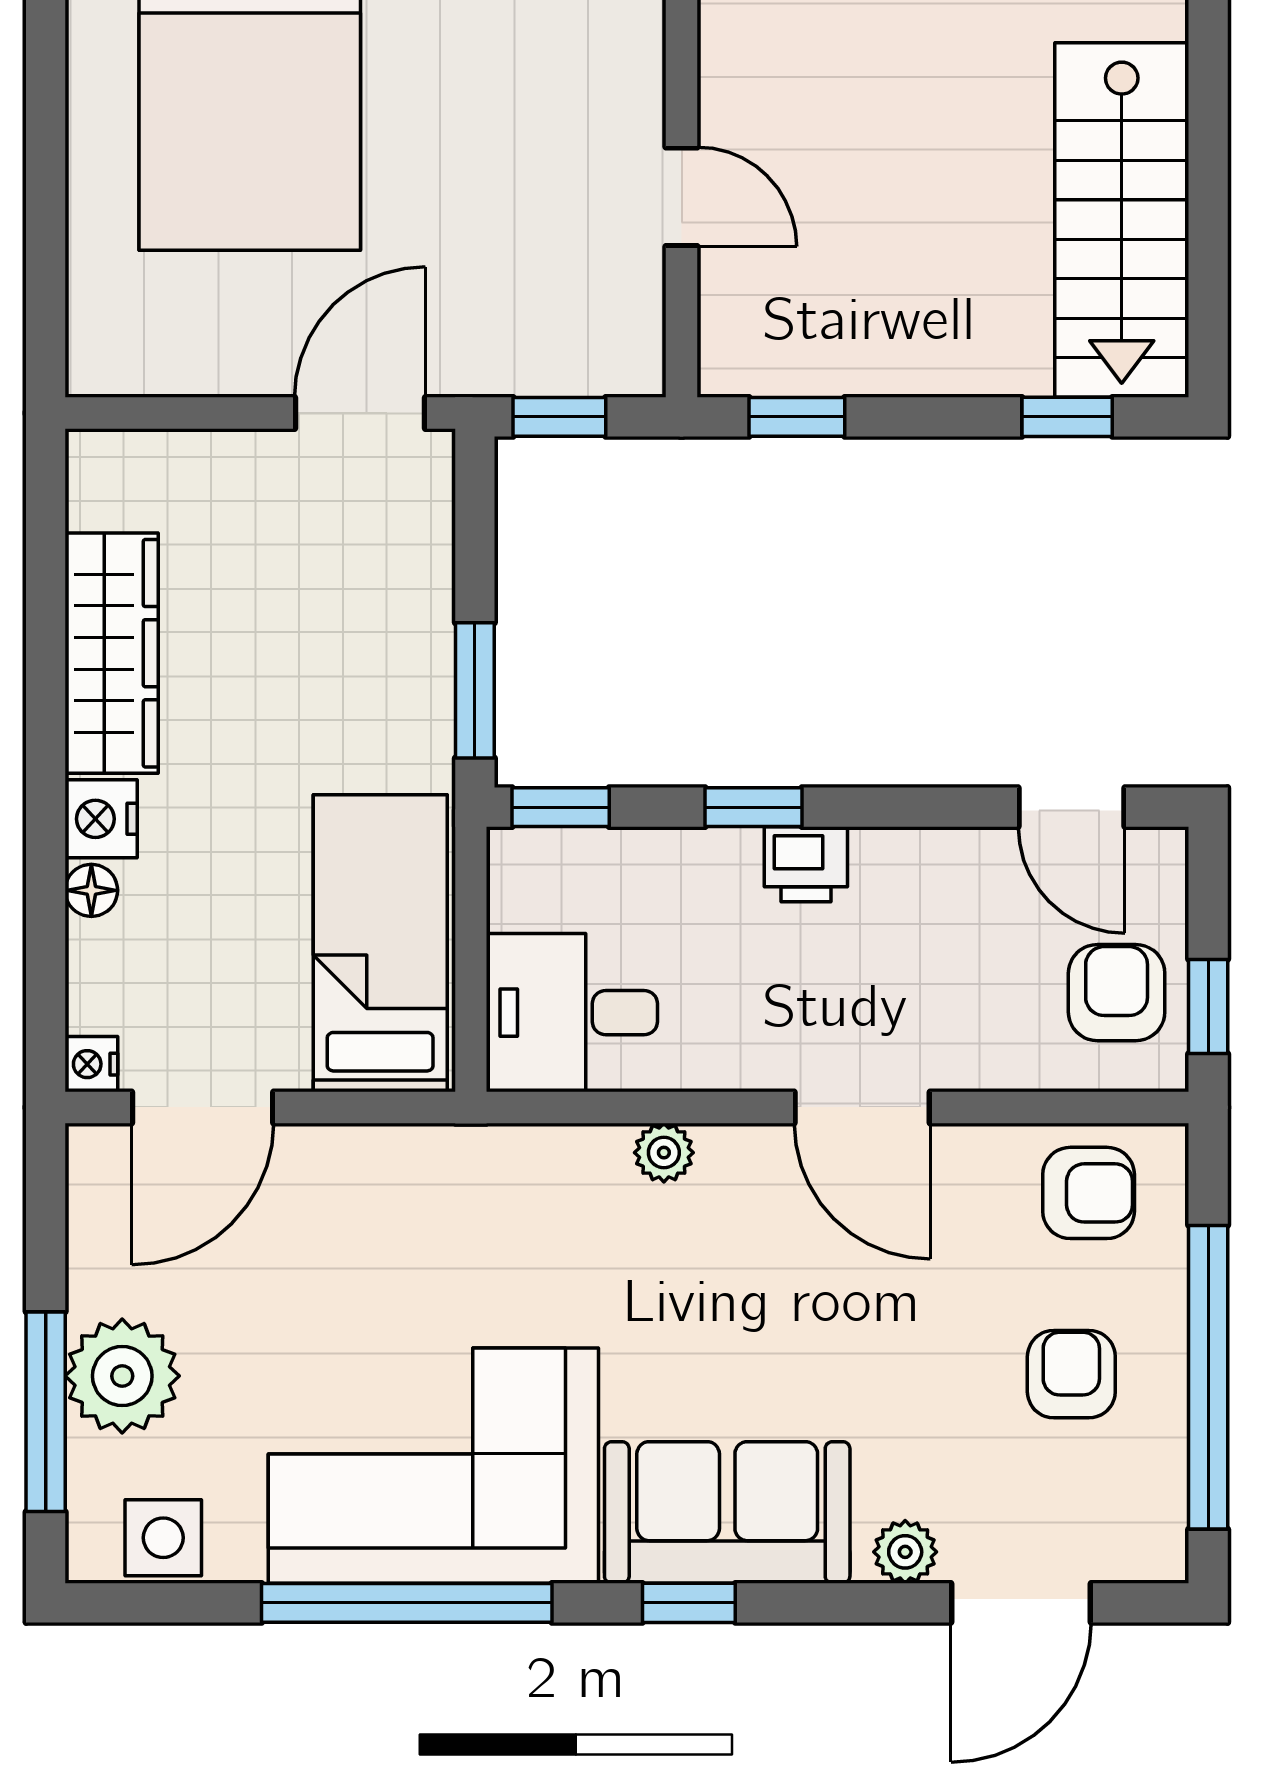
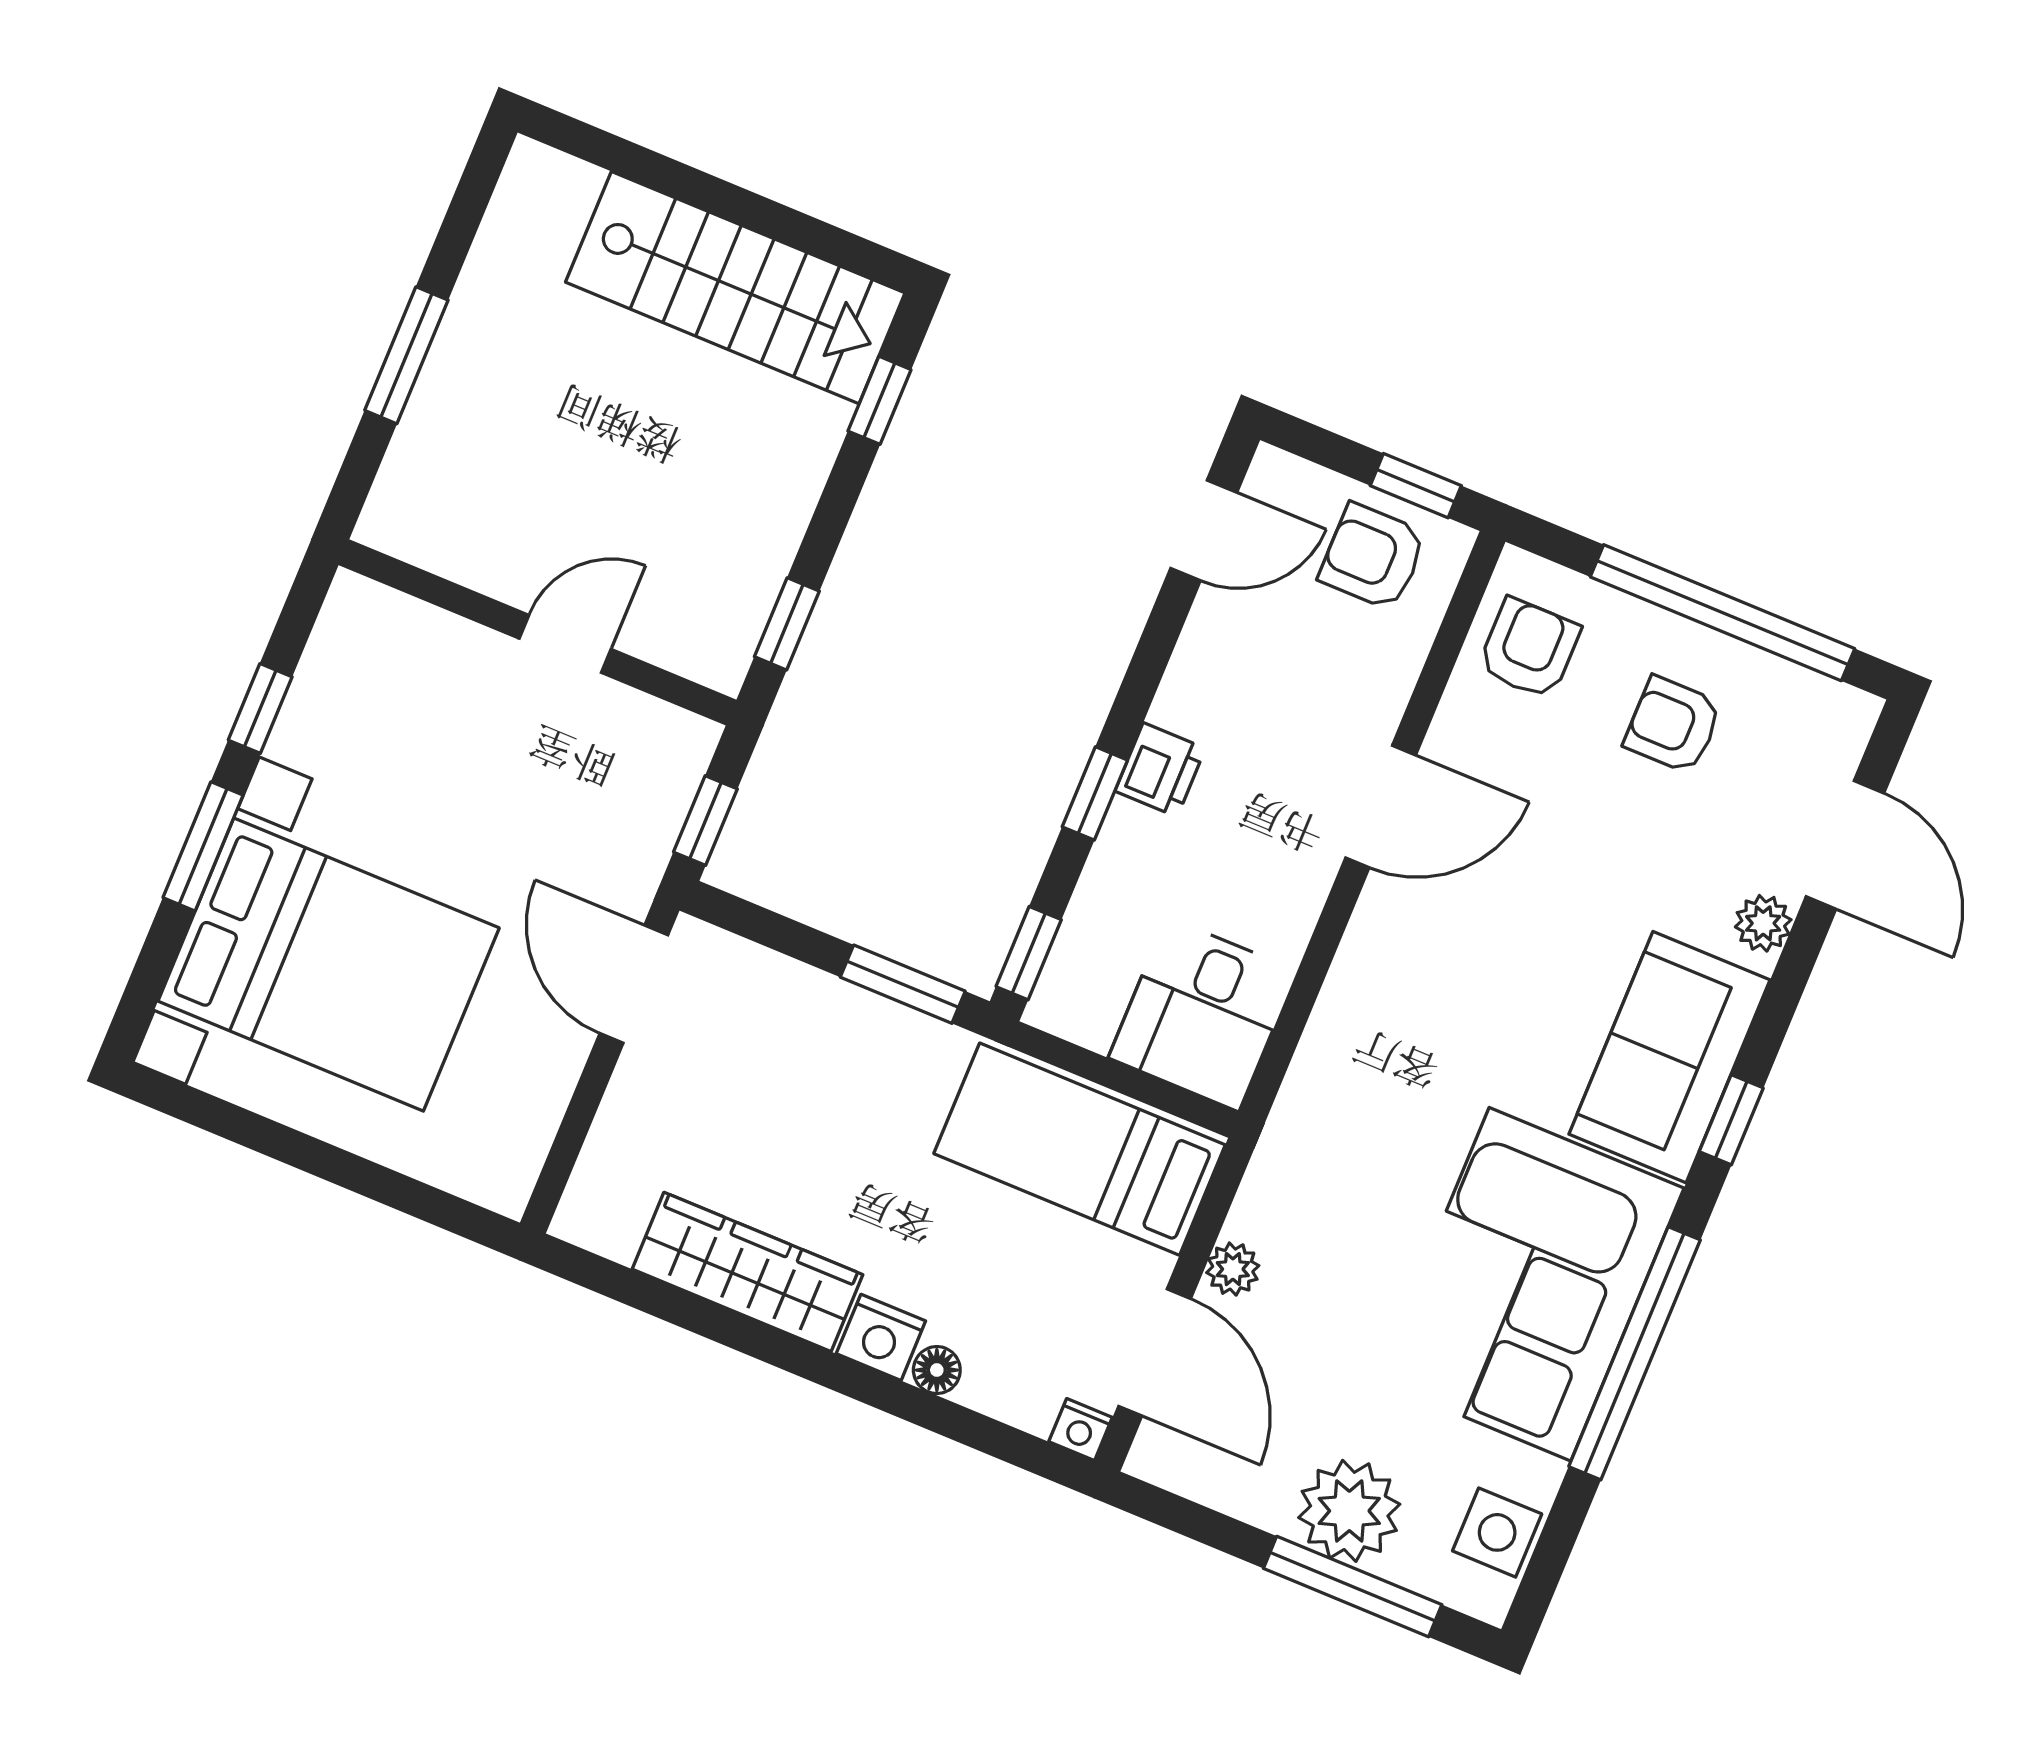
plant: (664, 1153) -> (1233, 1269), moved

